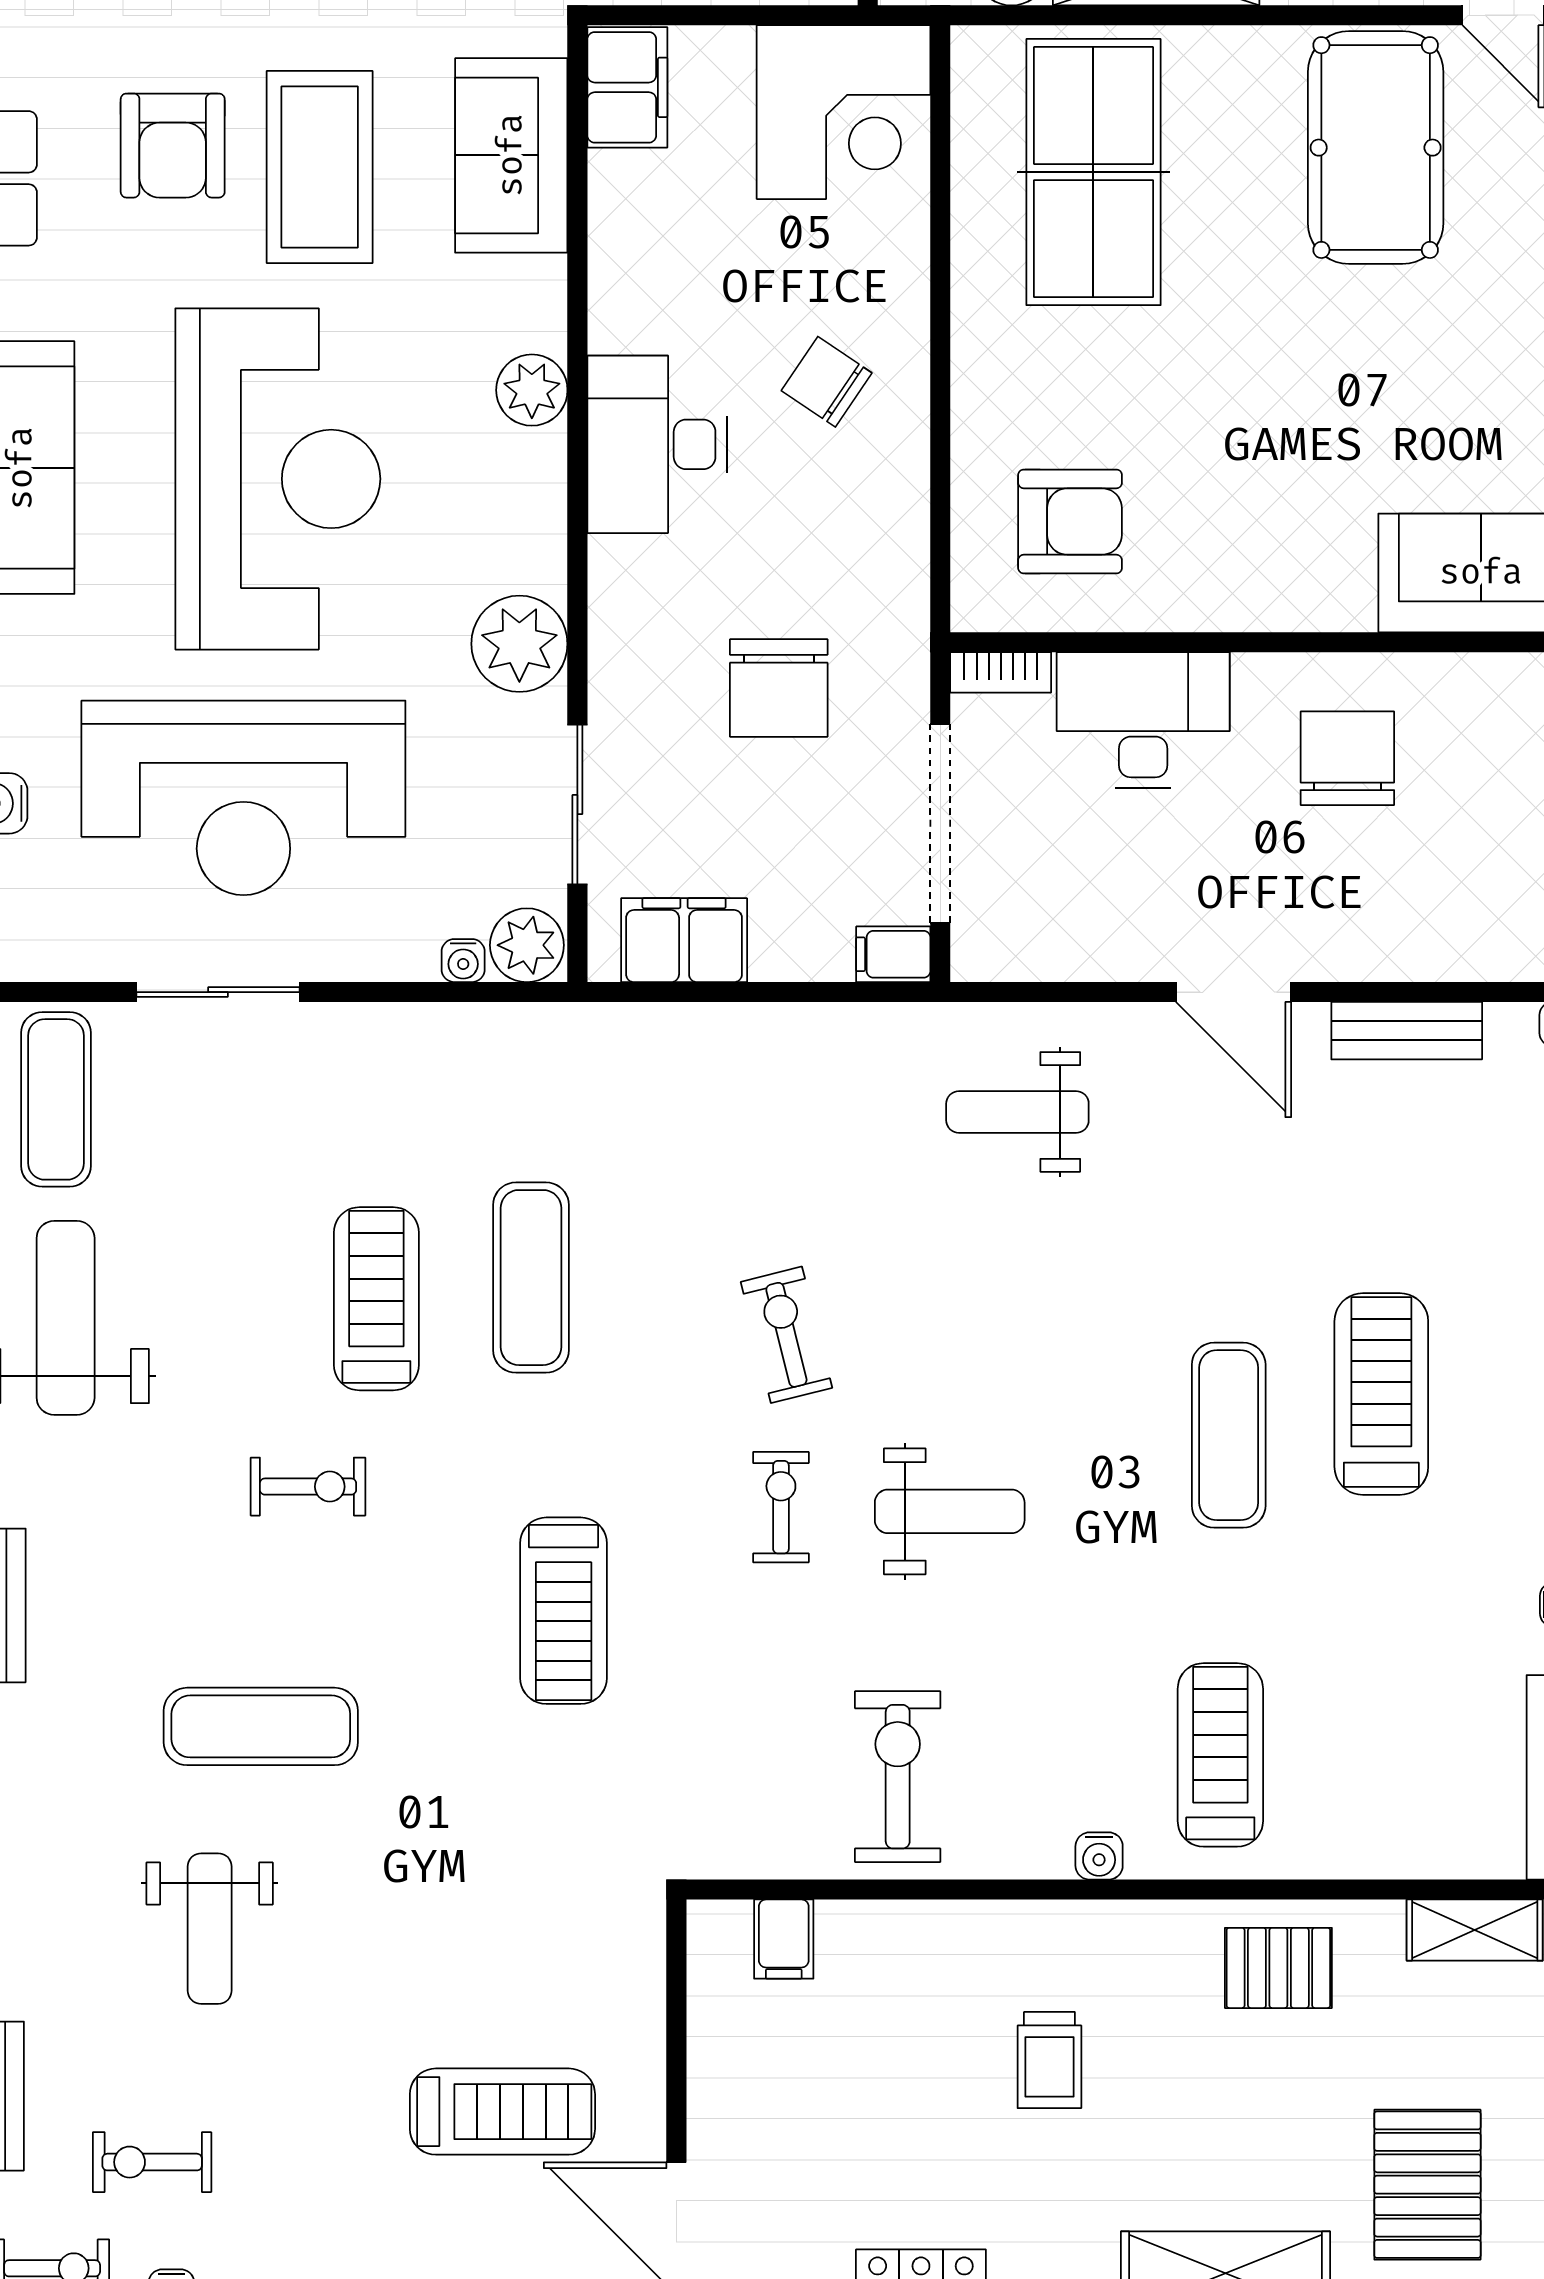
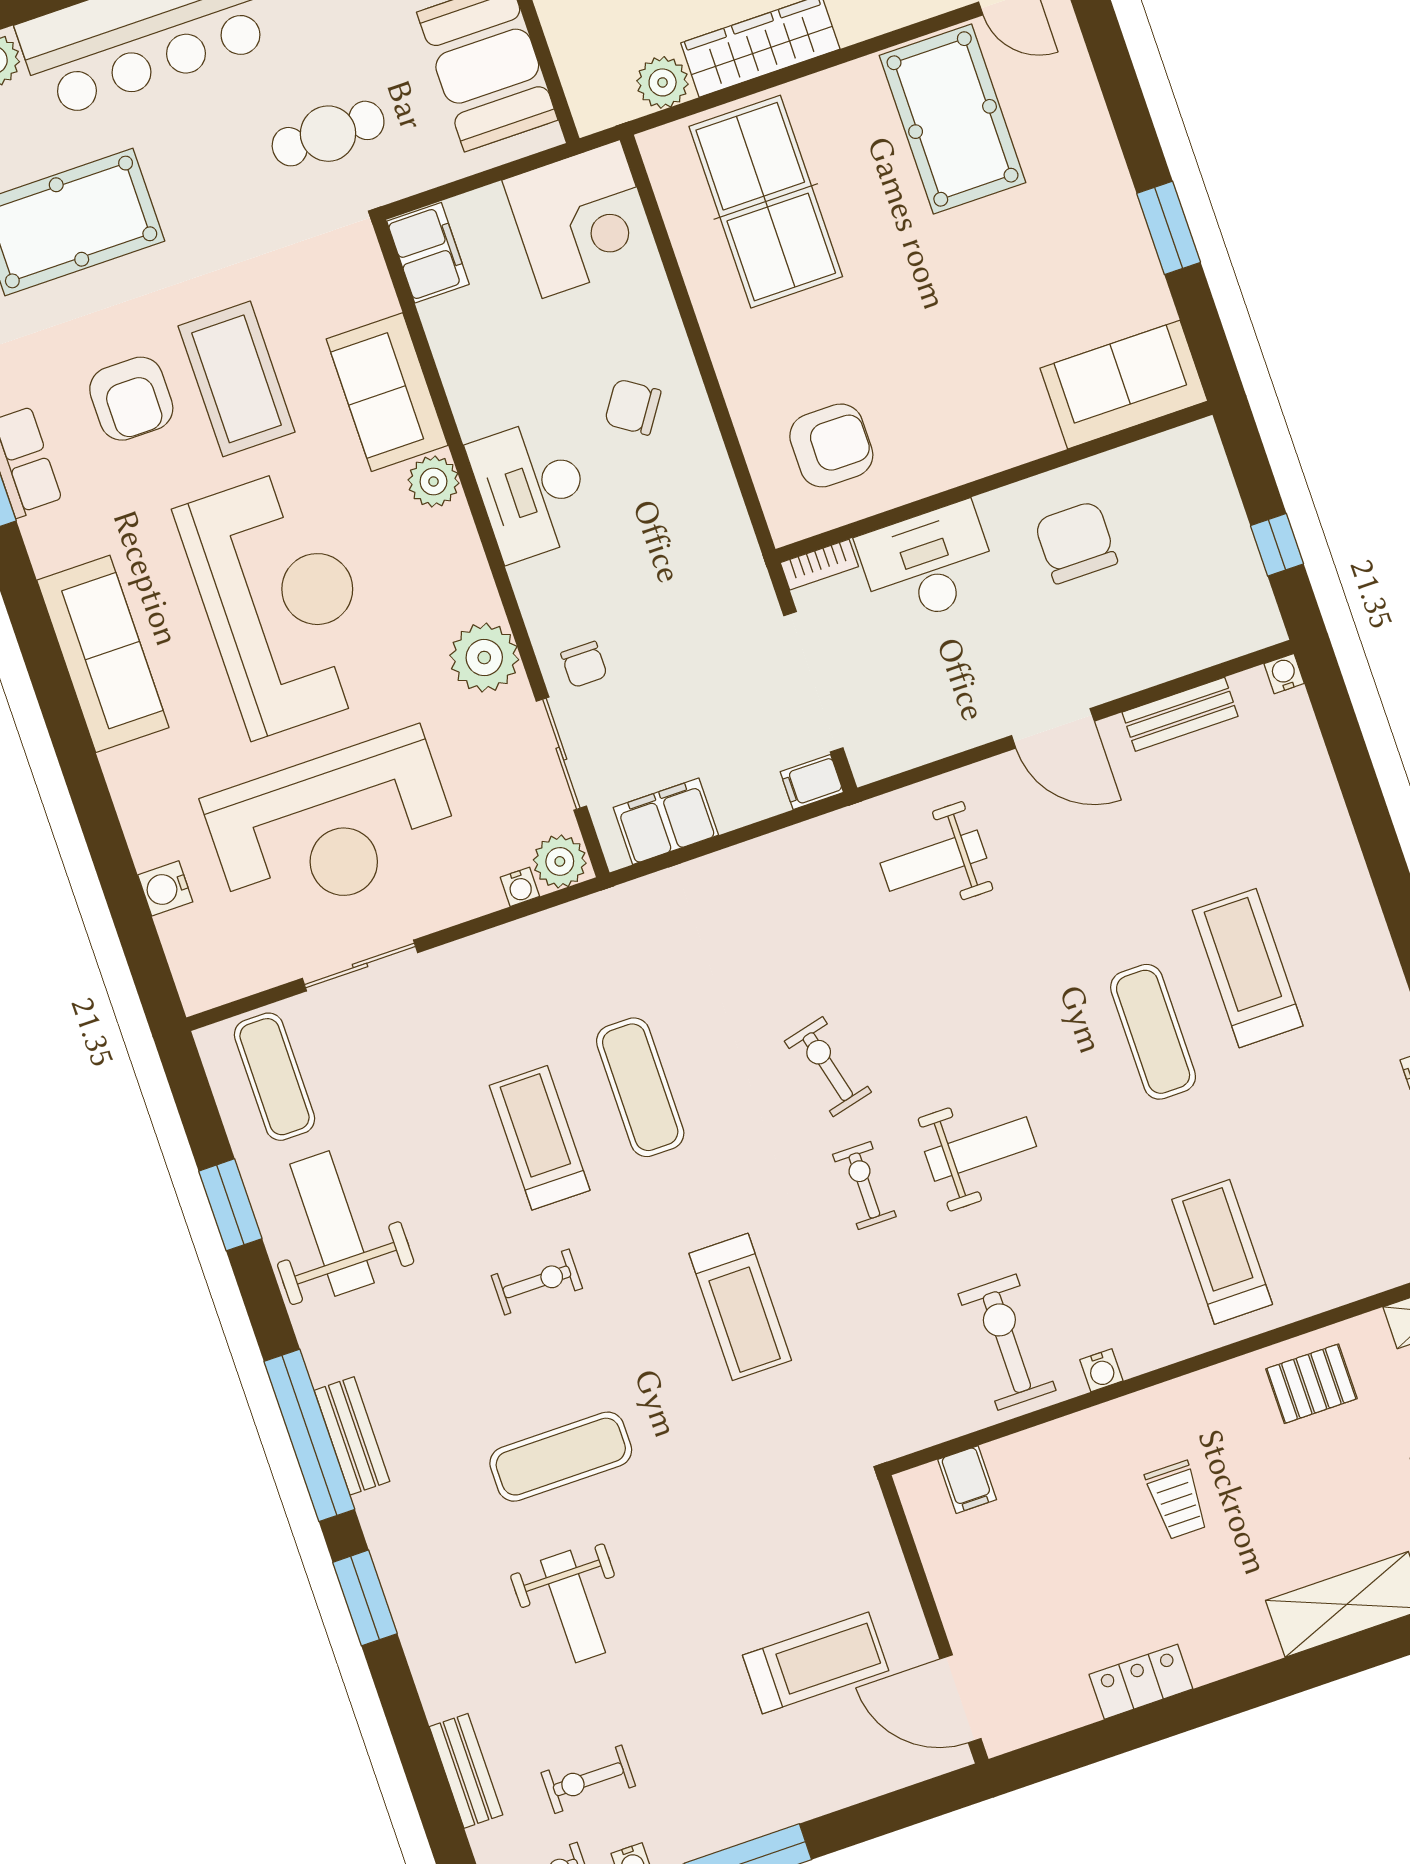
sofa: (511, 155) -> (387, 392), moved
chair: (779, 688) -> (584, 664), moved, width x0.54, depth x0.54
water cooler: (1099, 1856) -> (1101, 1370), moved

